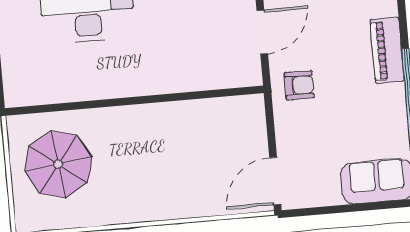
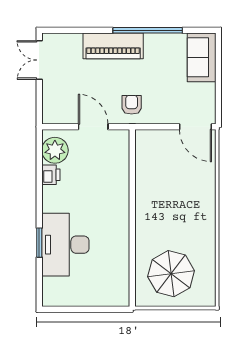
piano: (387, 50) -> (113, 46), width x1.37, depth x1.33

